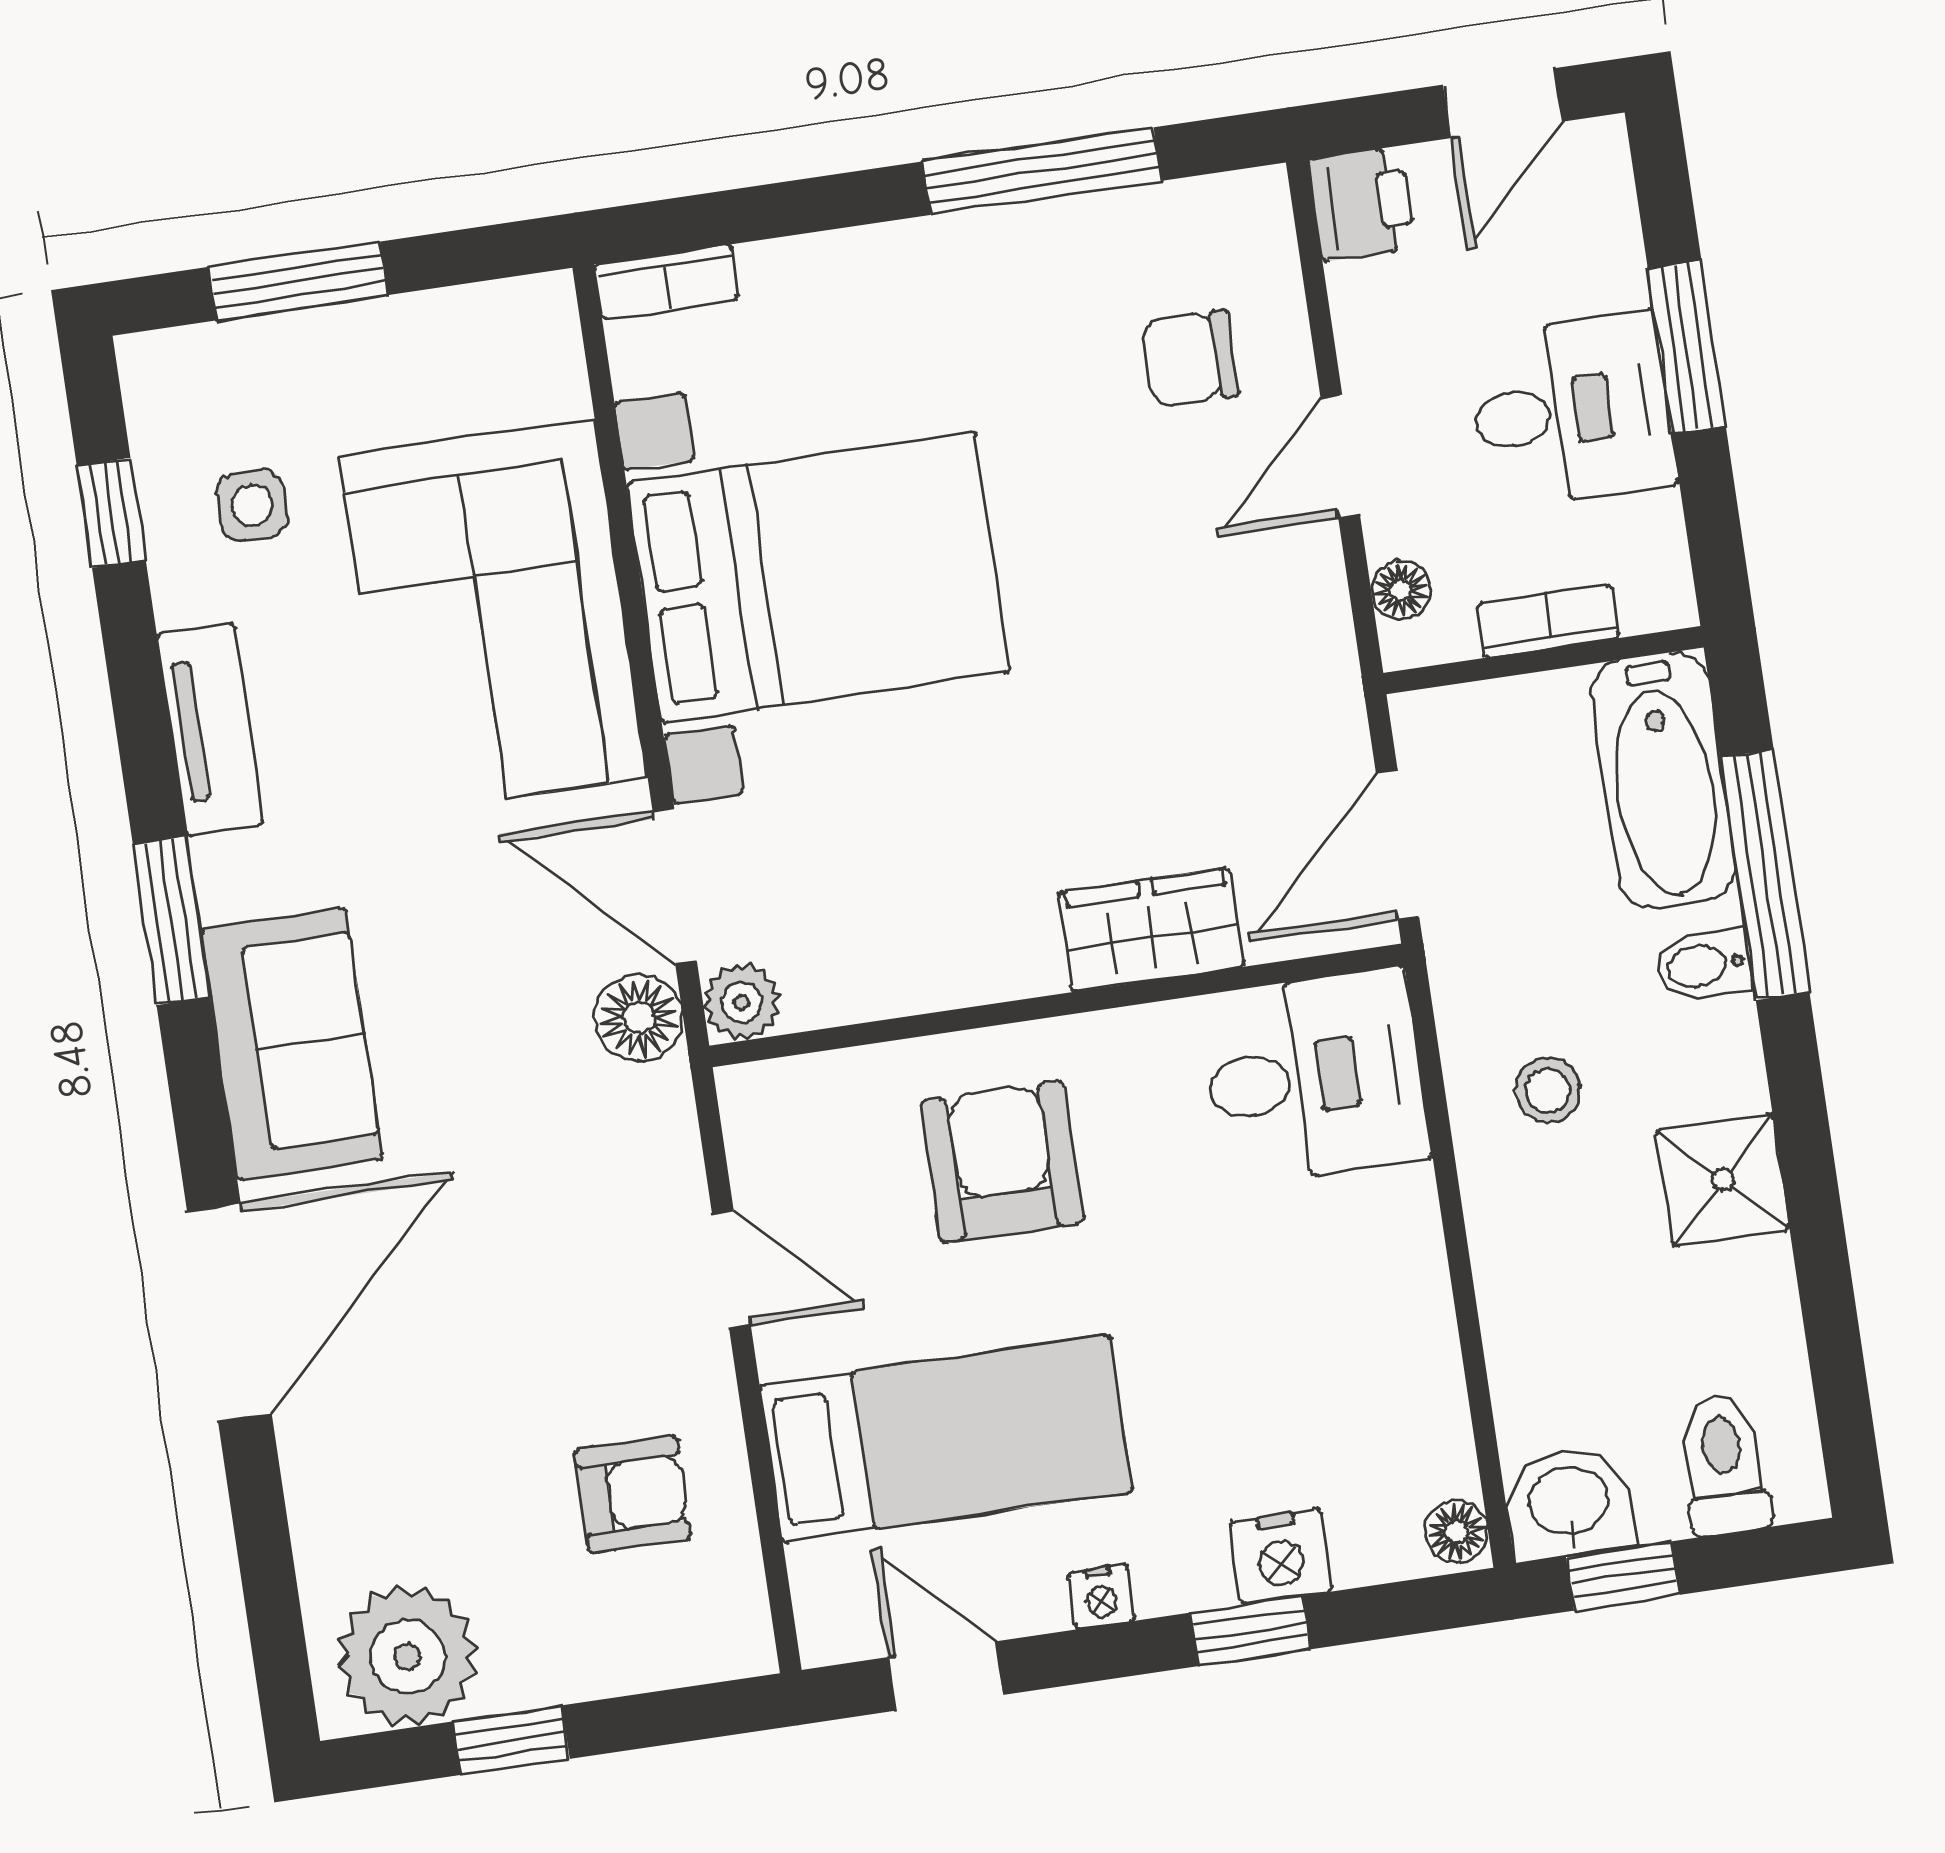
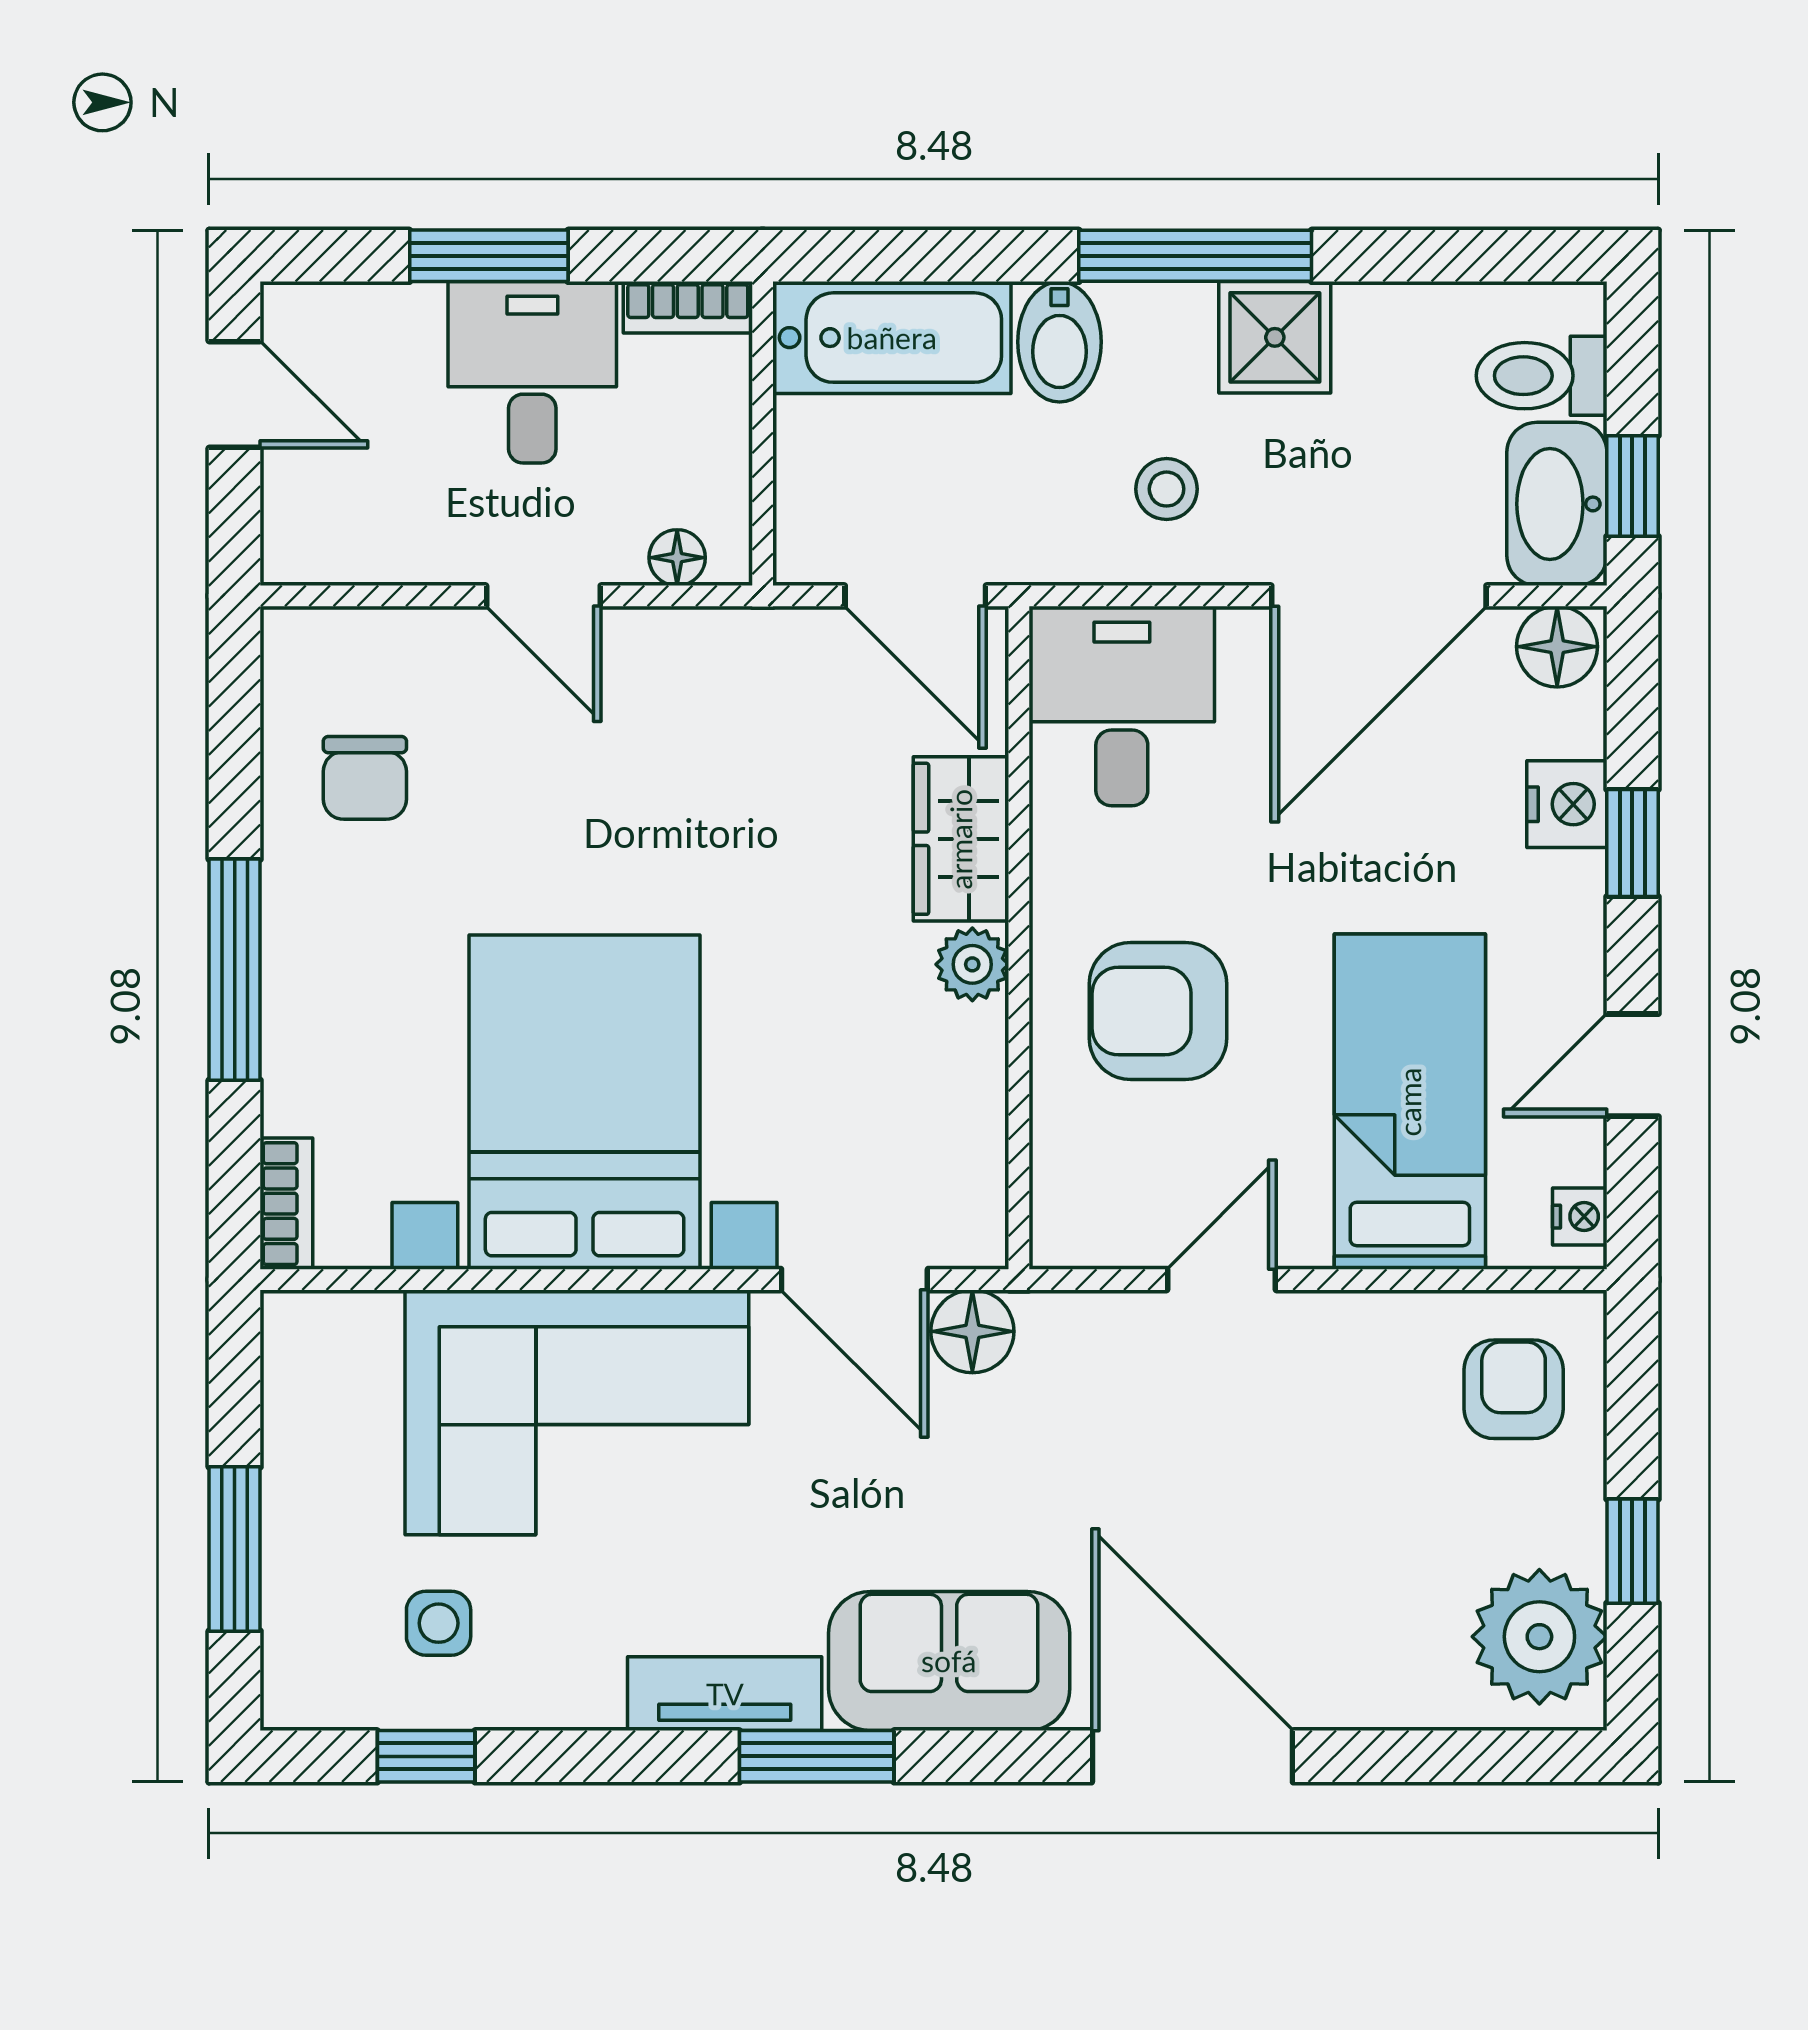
window: (1042, 171) -> (235, 970), moved
printer: (1362, 204) -> (309, 541), removed
chair: (1190, 358) -> (365, 778), moved
bookcase: (1548, 621) -> (688, 307), moved, turned -90
tv unit: (210, 729) -> (725, 1694), moved
window: (1765, 875) -> (1195, 256), moved
door: (675, 886) -> (854, 1280), hinge flipped
bidet: (1703, 965) -> (1060, 342), width x1.38, depth x1.36
plant: (742, 1002) -> (972, 964), moved
door: (1469, 1328) -> (1379, 596), added
armchair: (633, 1494) -> (1514, 1389), moved
washbasin: (1569, 1503) -> (1557, 504), width x1.38
floor lamp: (1457, 1532) -> (1557, 647), width x1.37, depth x1.37
nightstand: (1101, 1597) -> (1580, 1217), moved
door: (946, 1676) -> (1632, 1065), moved

